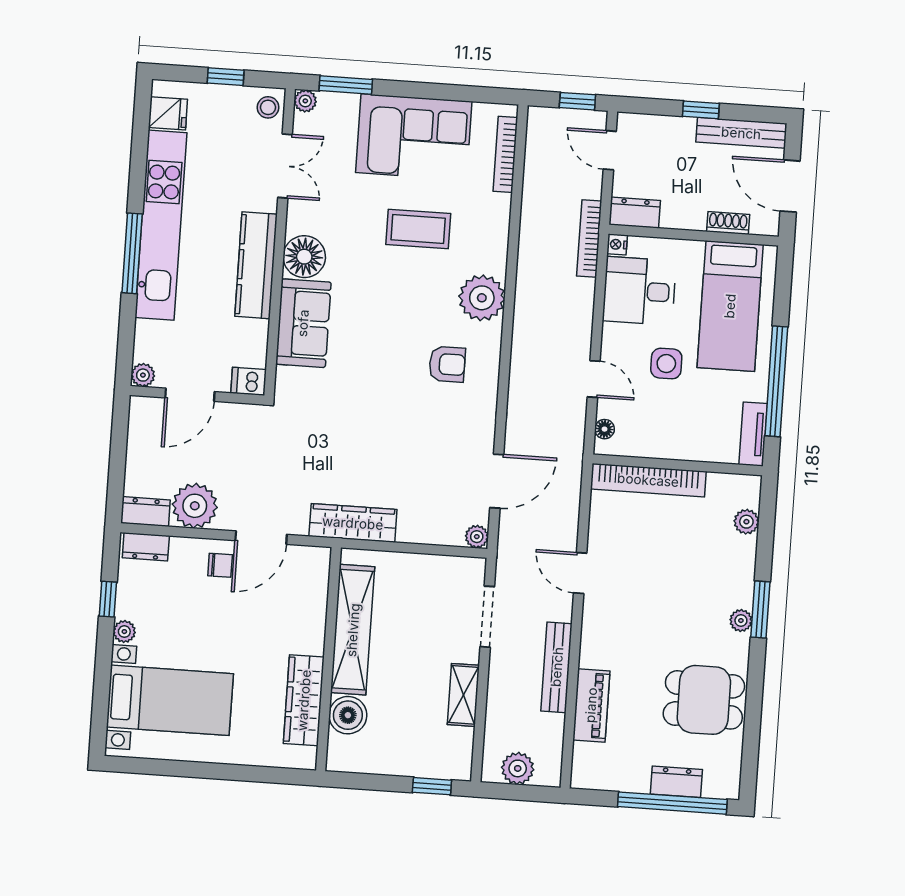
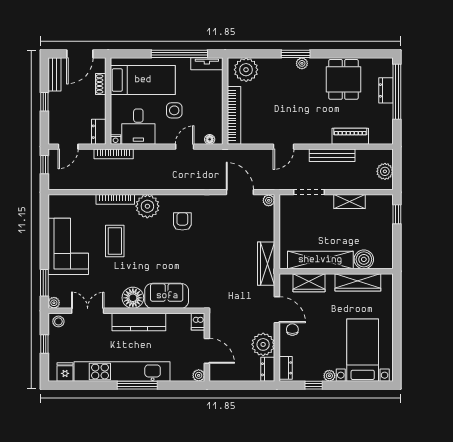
bench: (741, 133) -> (55, 74), width x0.73
bookcase: (505, 154) -> (115, 199), moved
plant: (746, 522) -> (246, 70), width x1.88, depth x1.88
wardrobe: (310, 604) -> (309, 283), added

